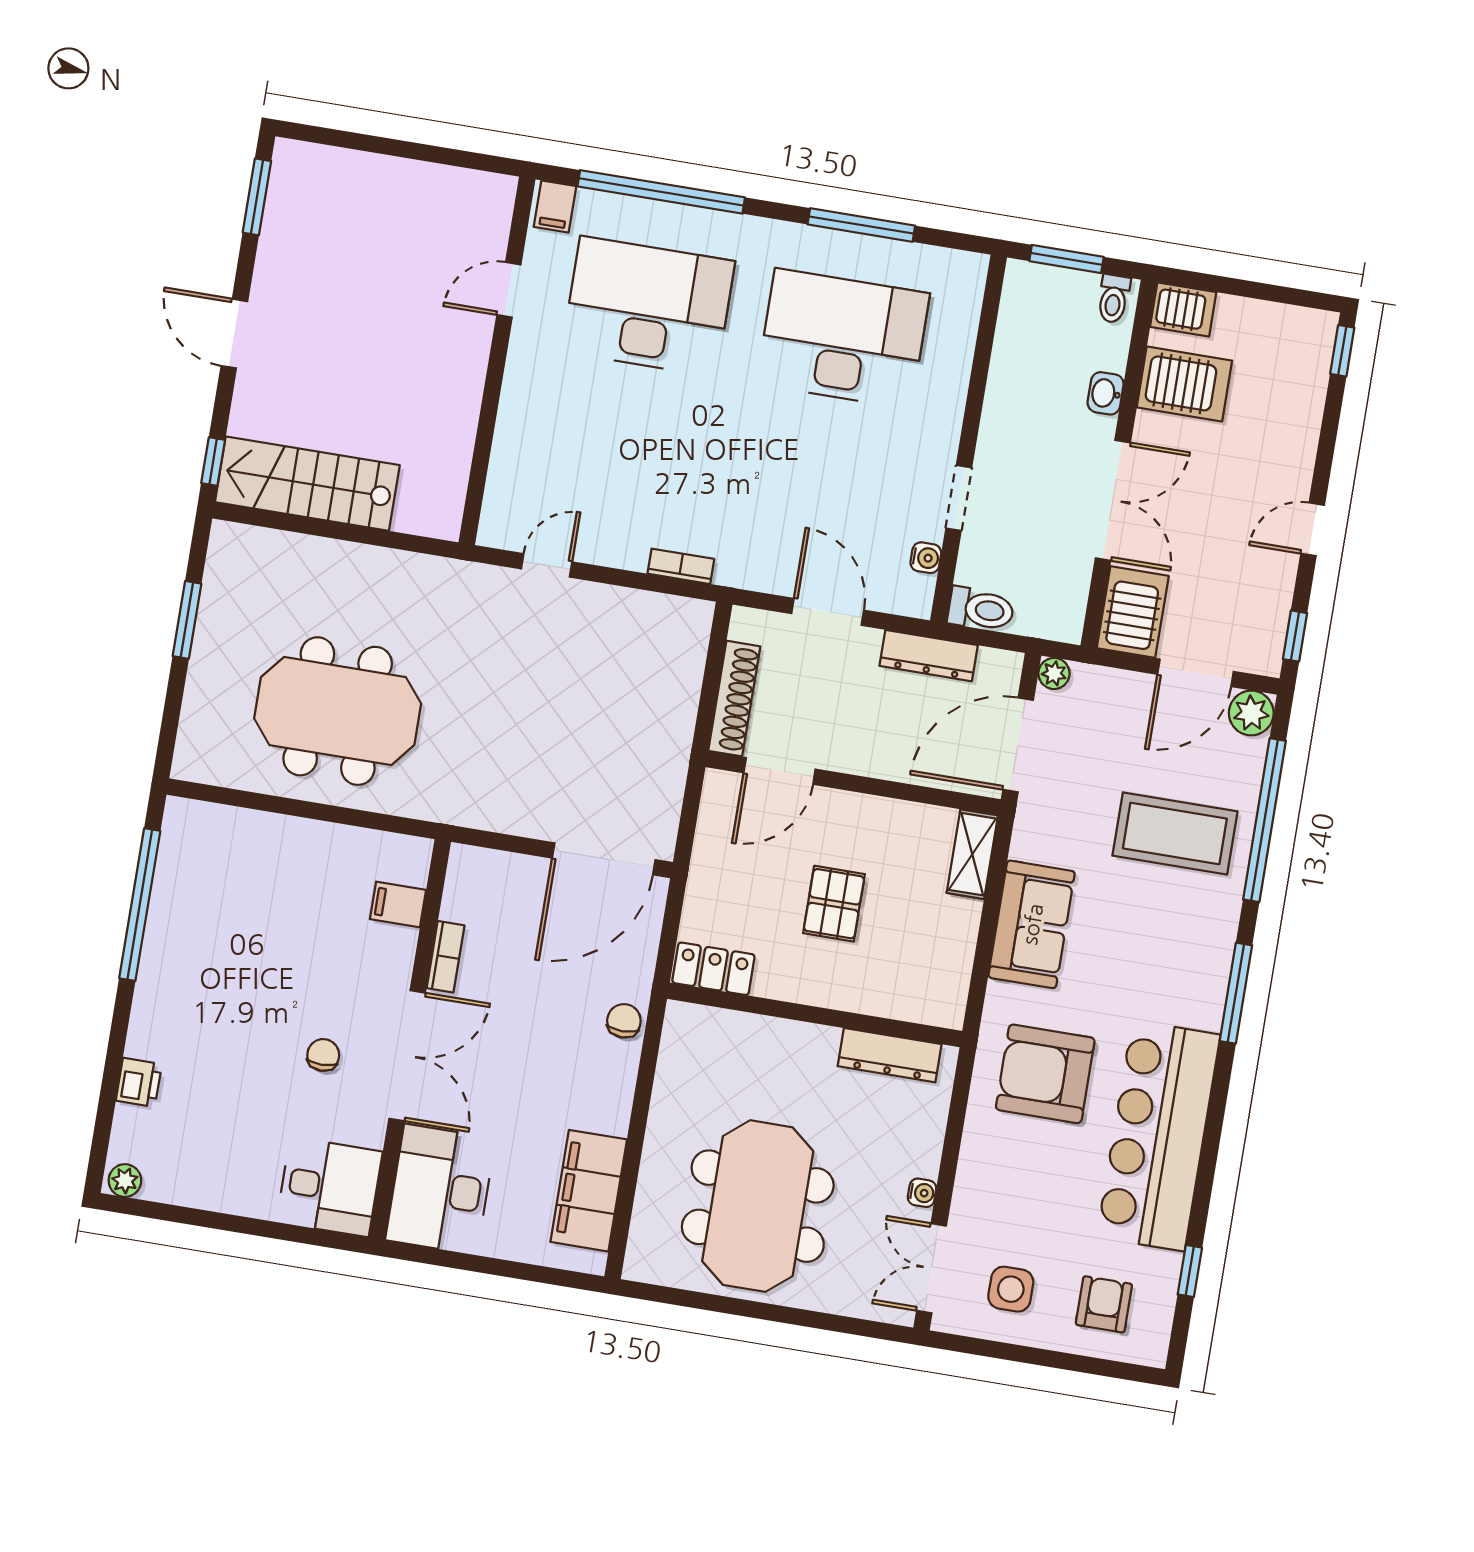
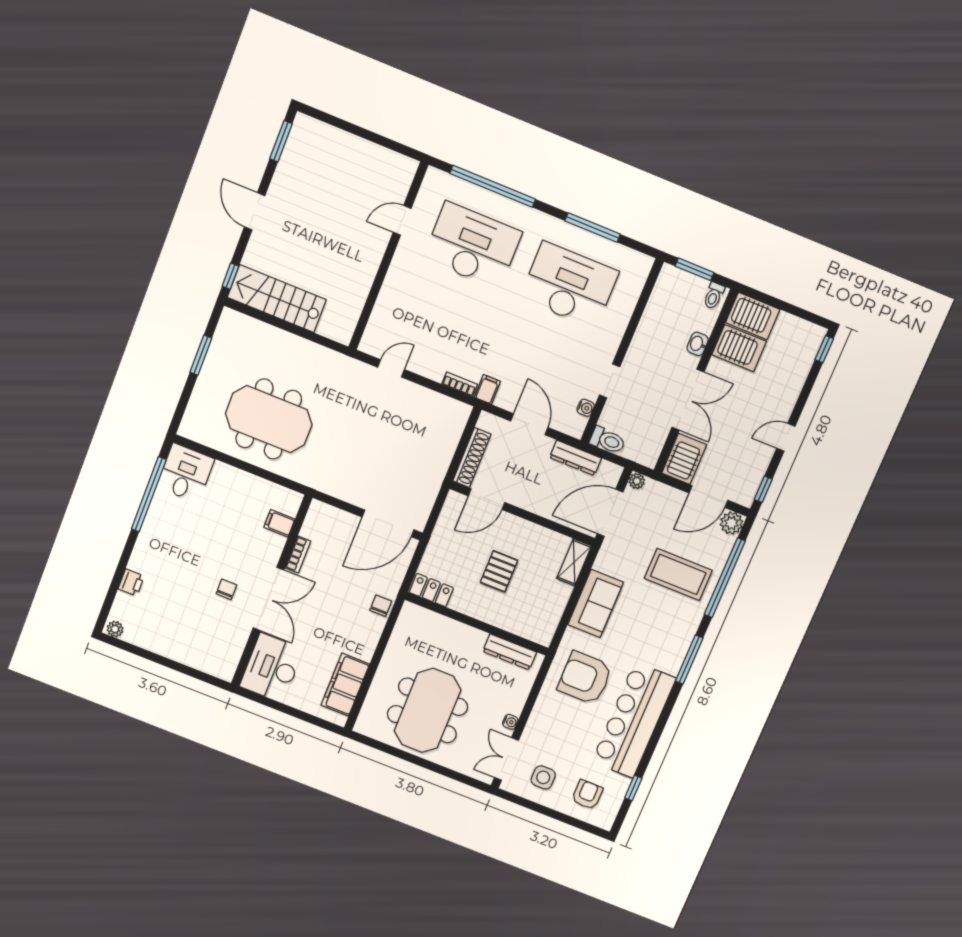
filing cabinet: (555, 207) -> (487, 389), moved, turned 180
server rack: (1183, 310) -> (753, 316), width x1.36, depth x1.44
desk: (329, 1187) -> (186, 473), moved, turned -90

